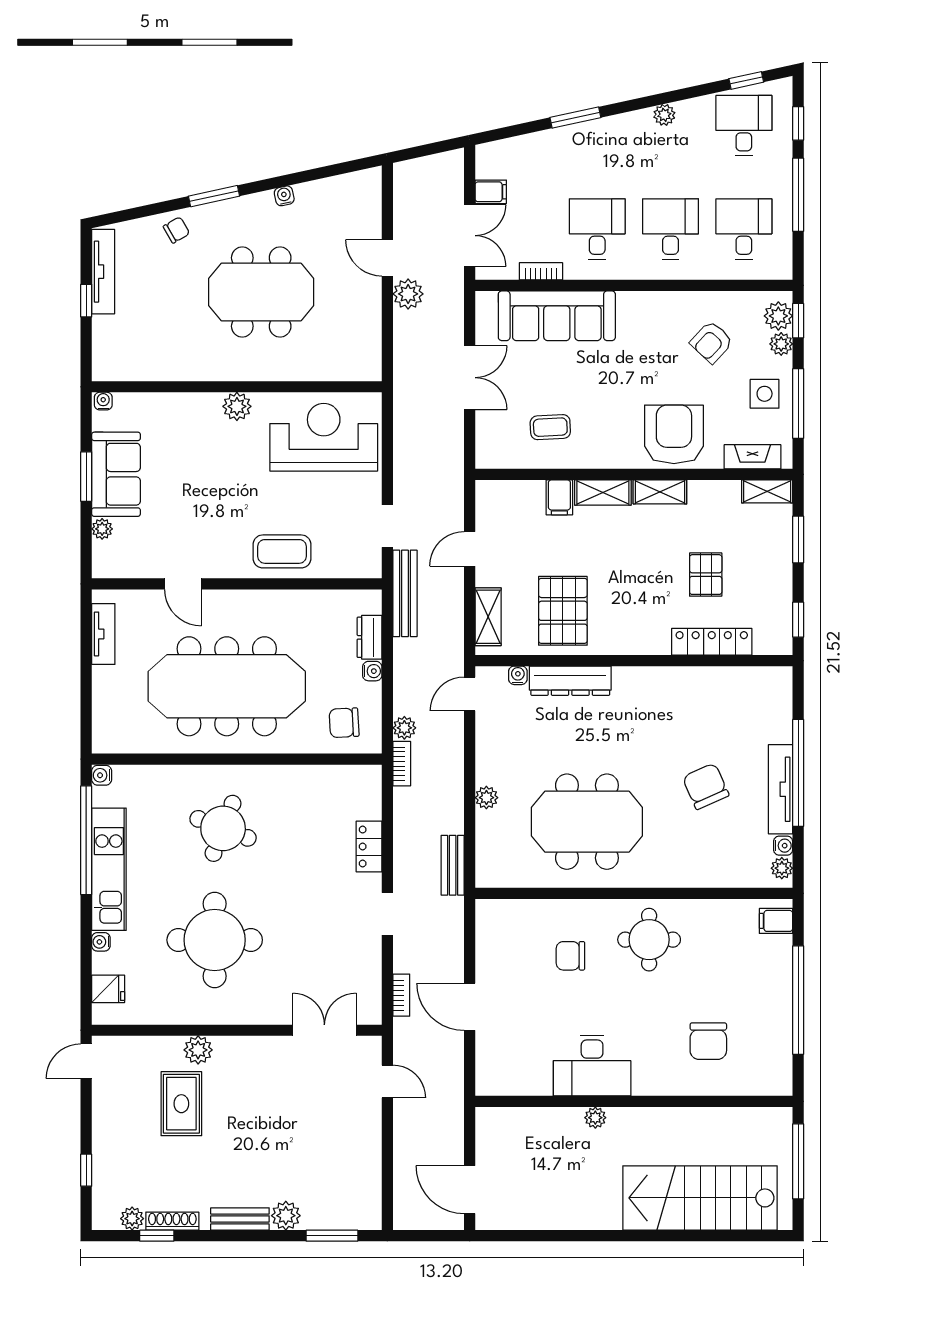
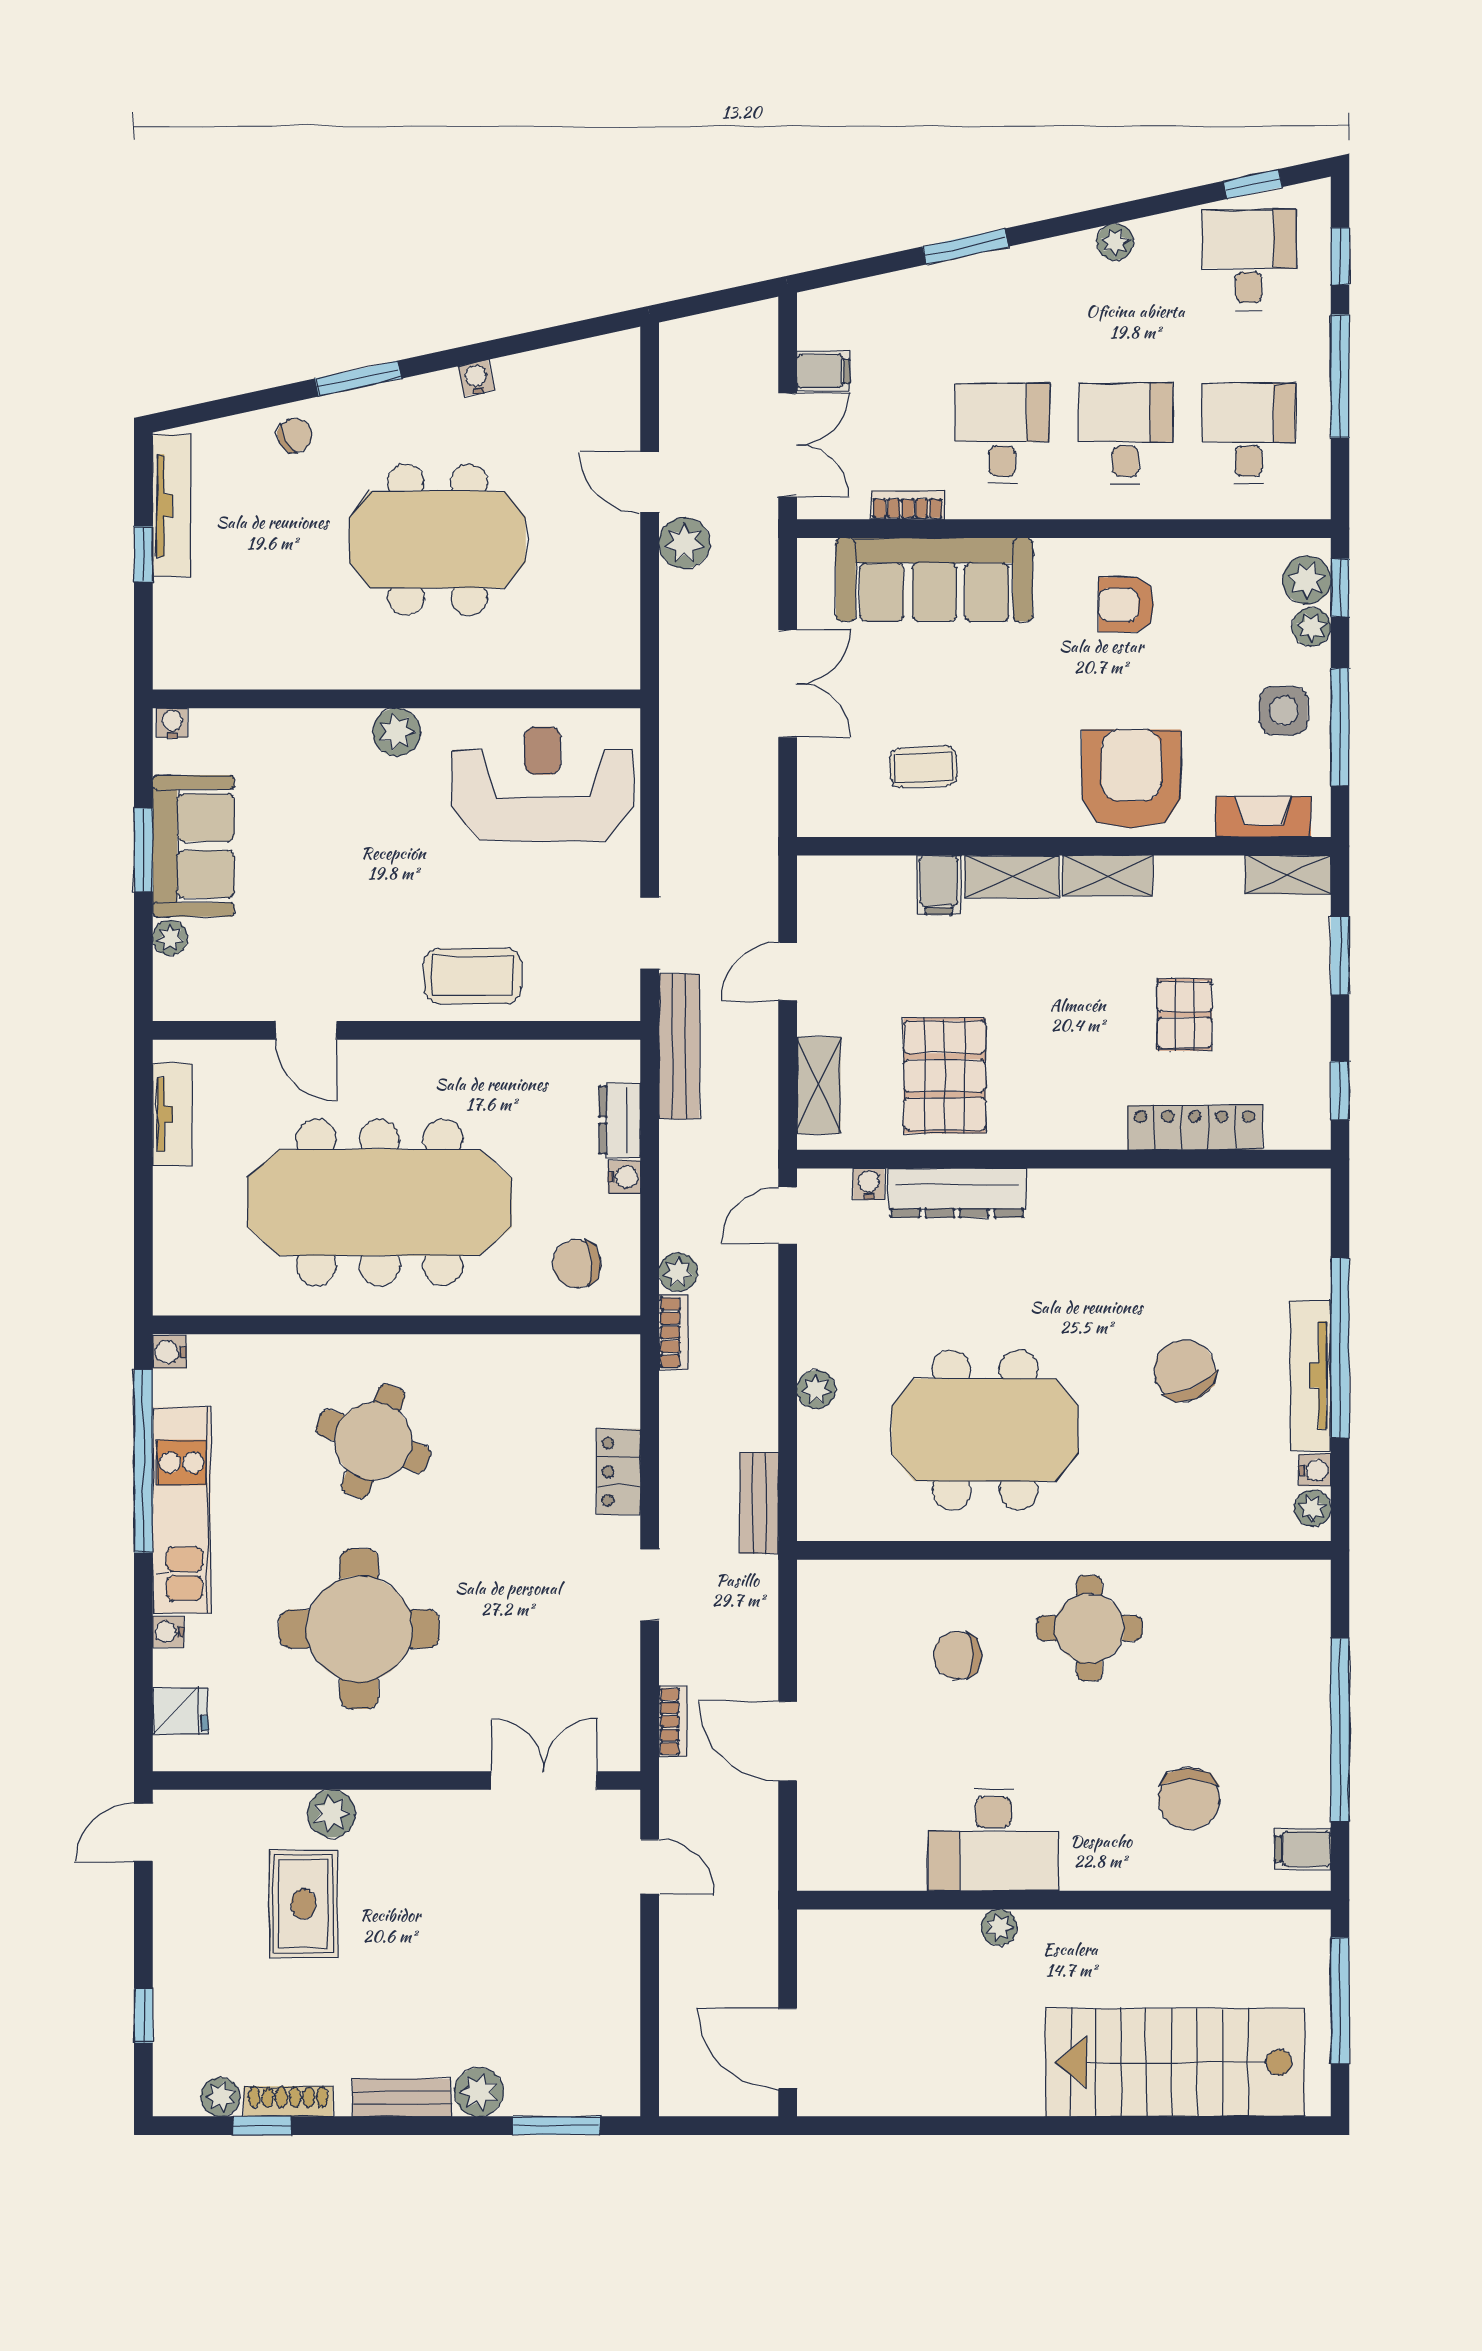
armchair: (712, 342) -> (1126, 605), moved, turned 47
filing cabinet: (776, 921) -> (1303, 1849), moved

